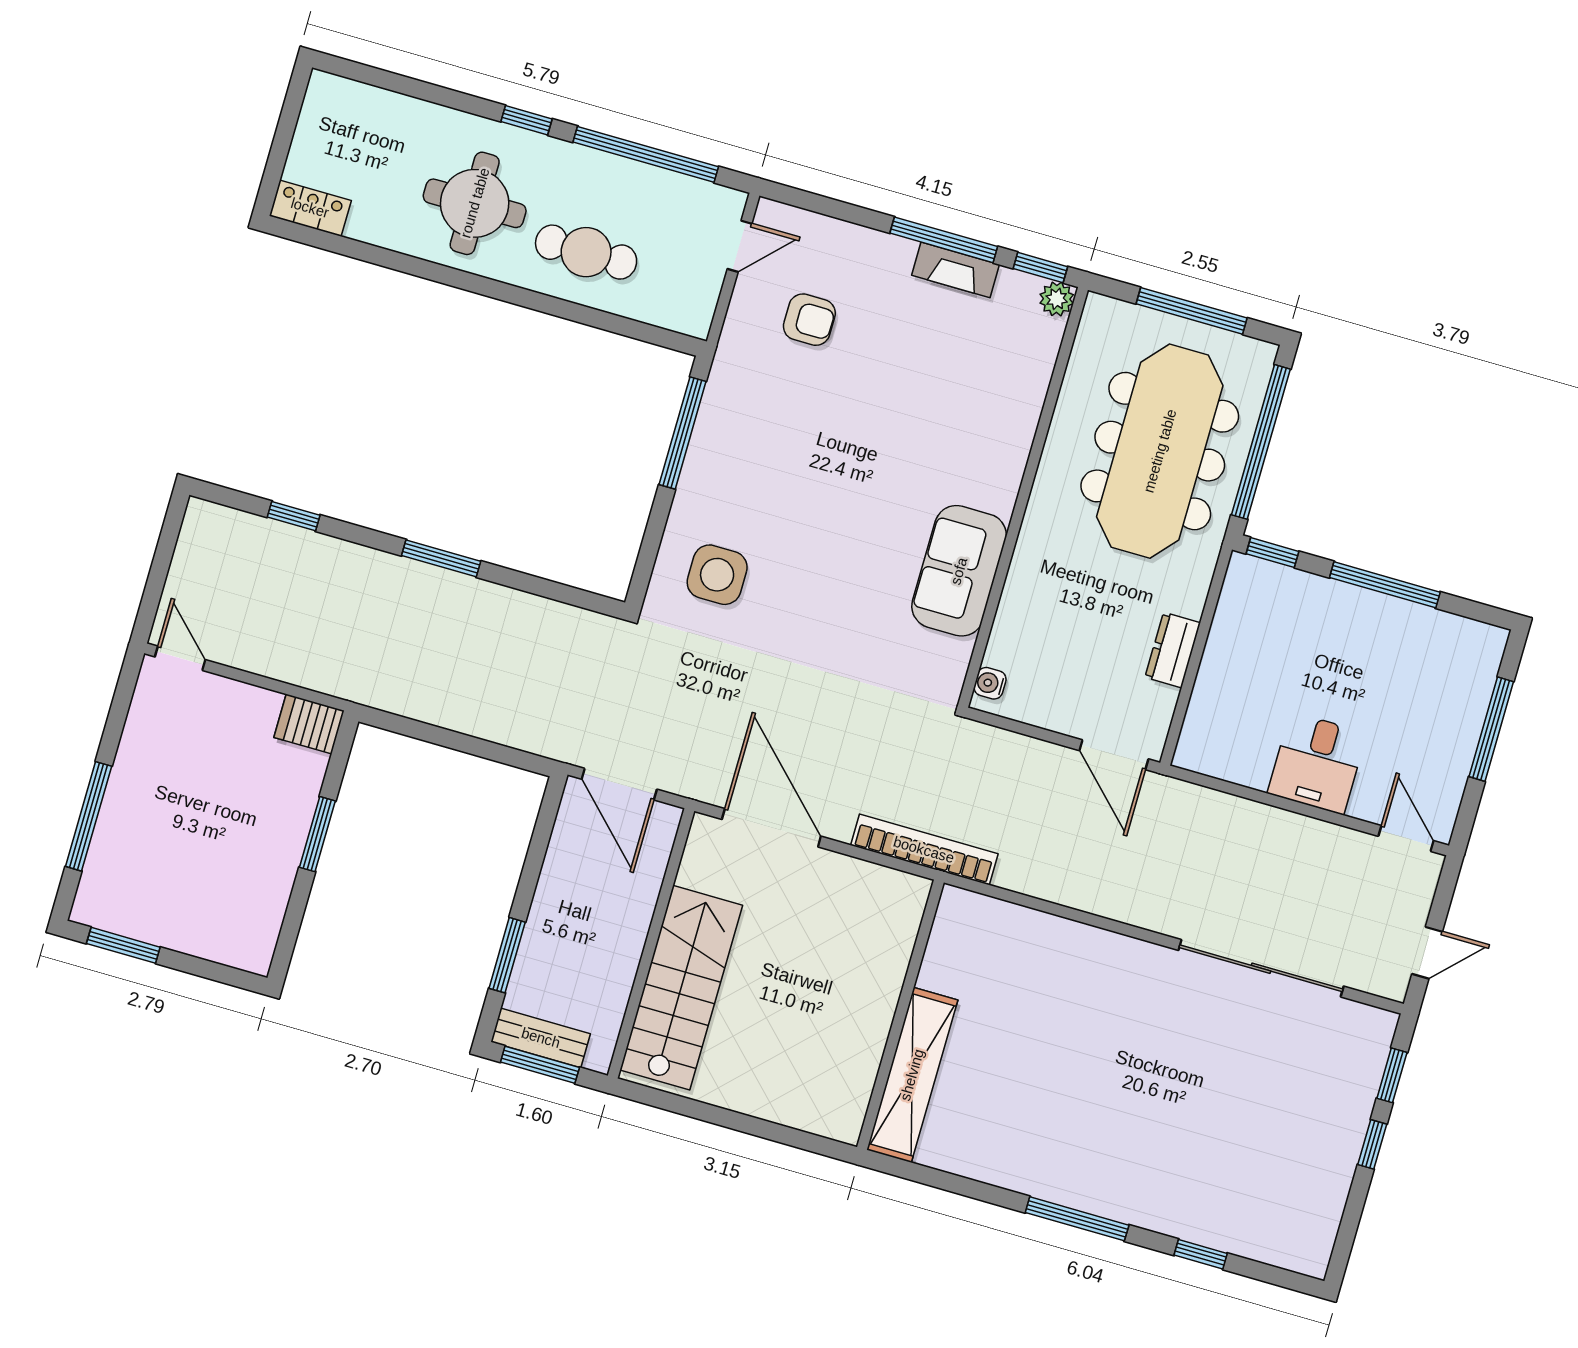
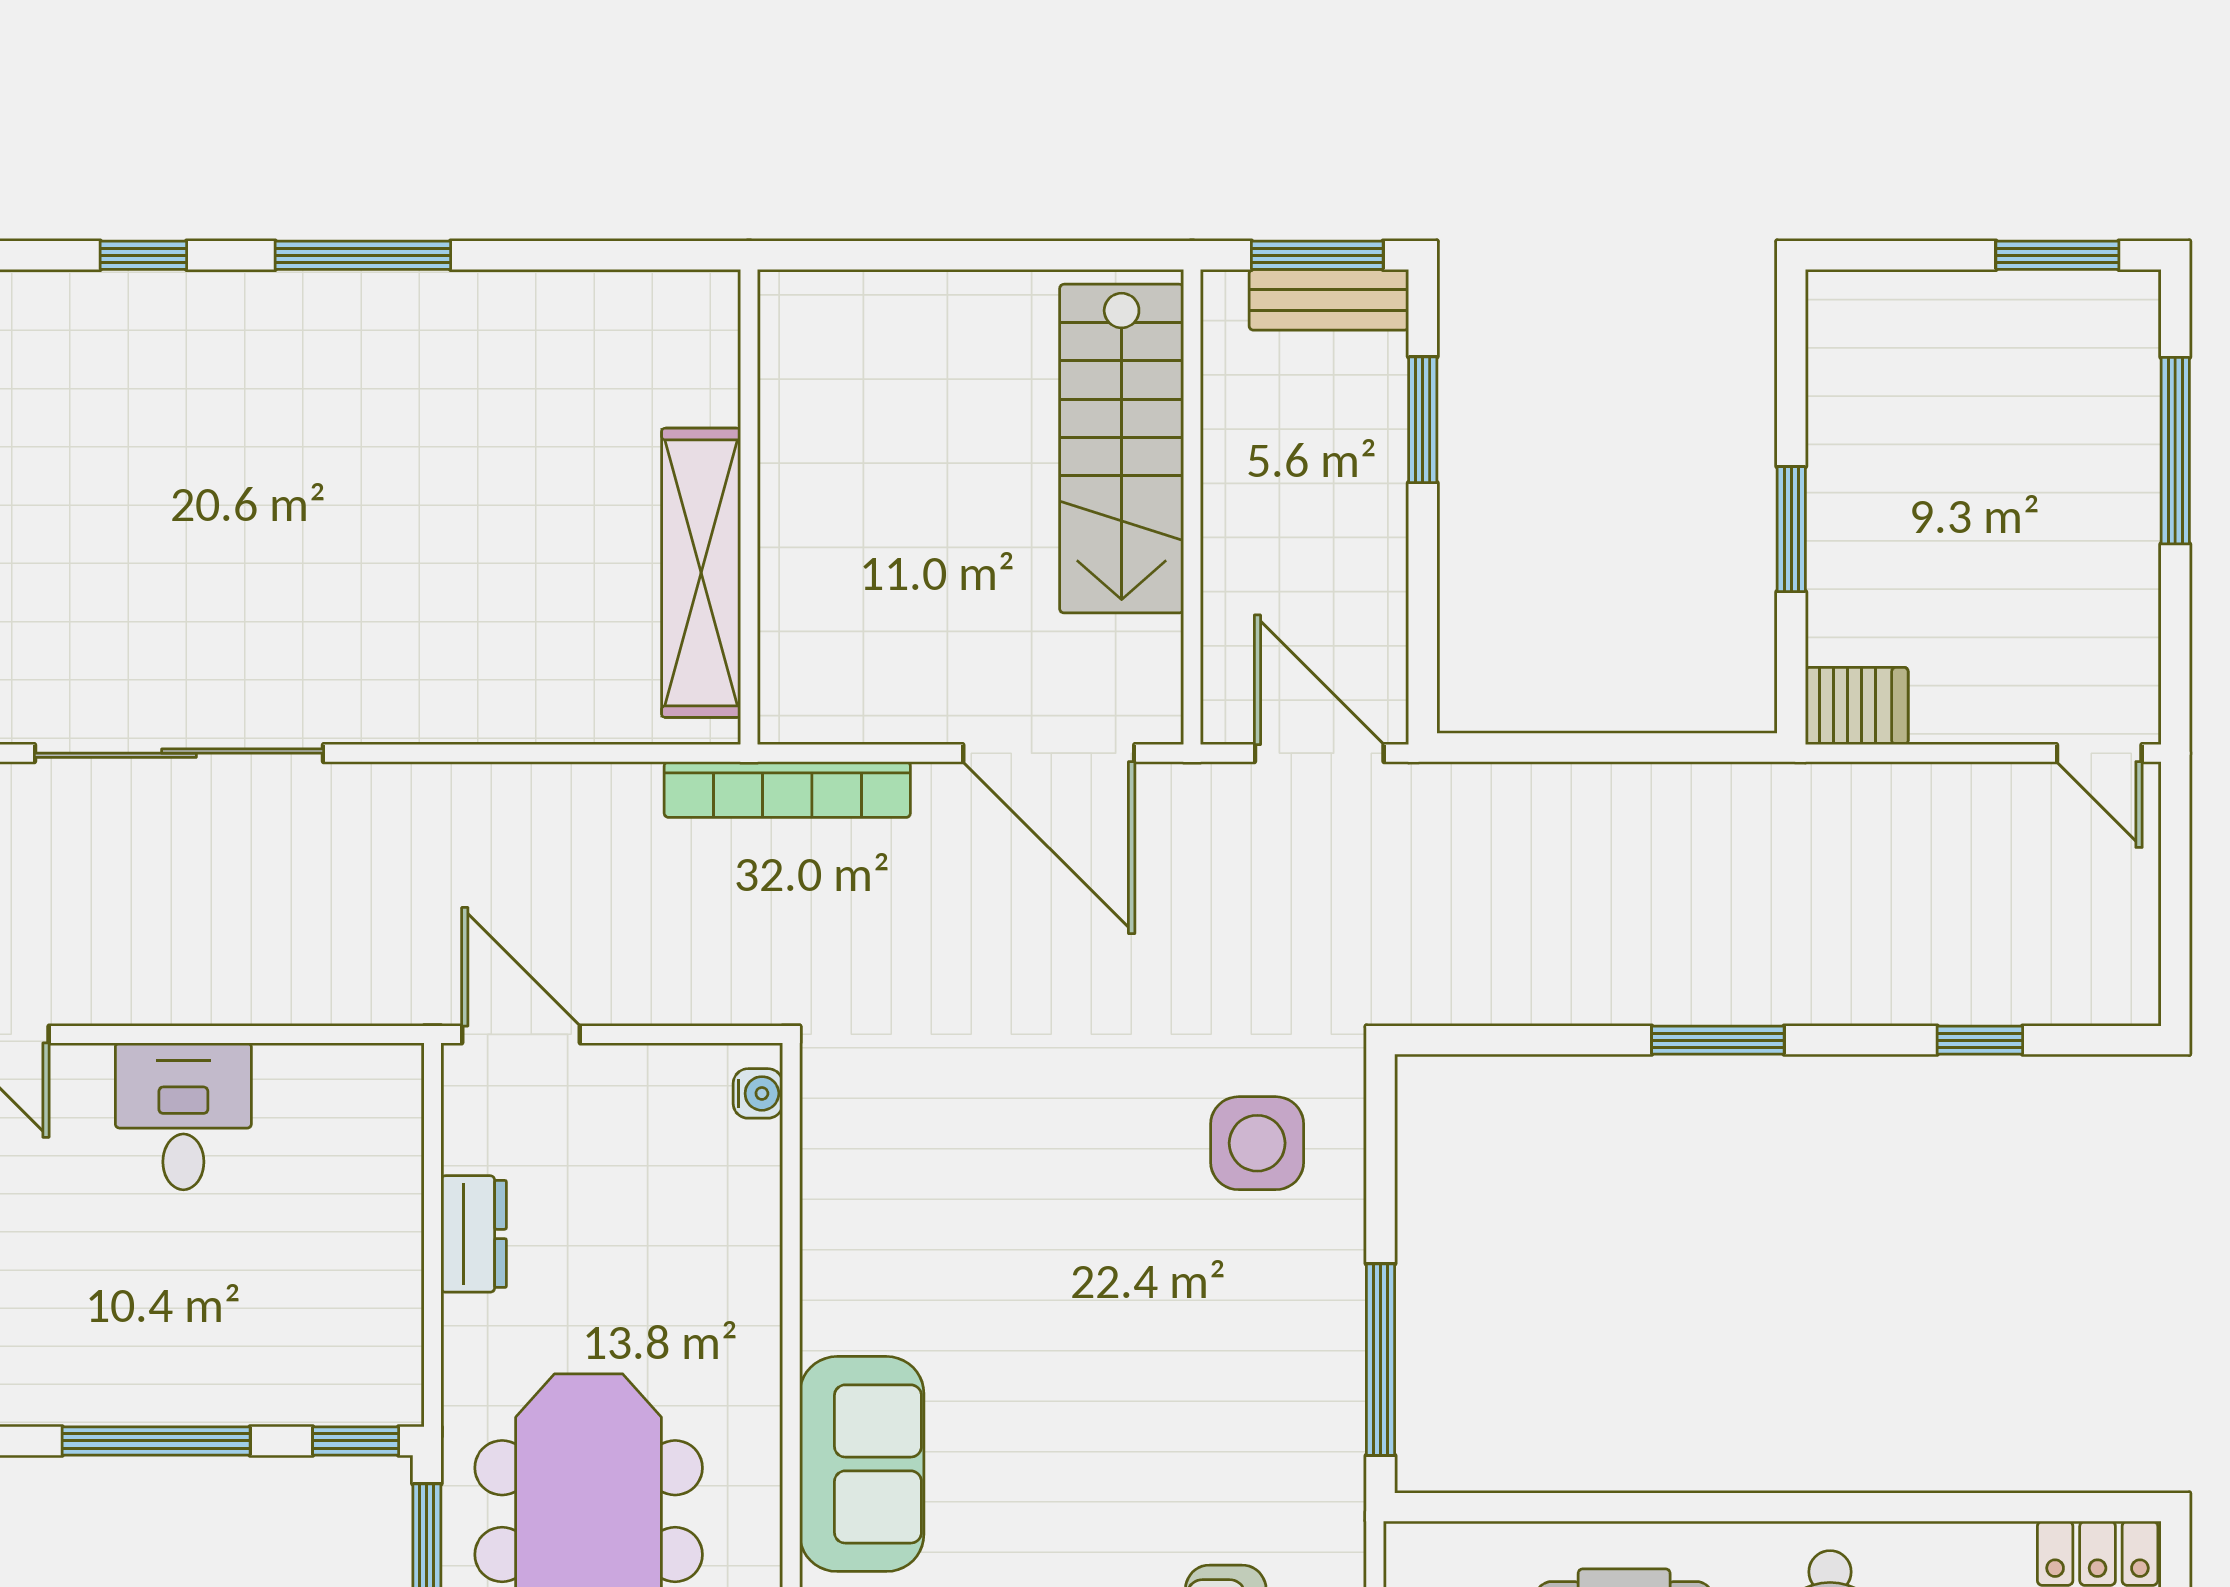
sofa: (959, 571) -> (862, 1464), moved
shelving: (912, 1075) -> (701, 573), moved

